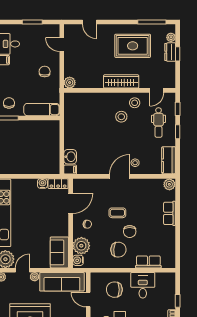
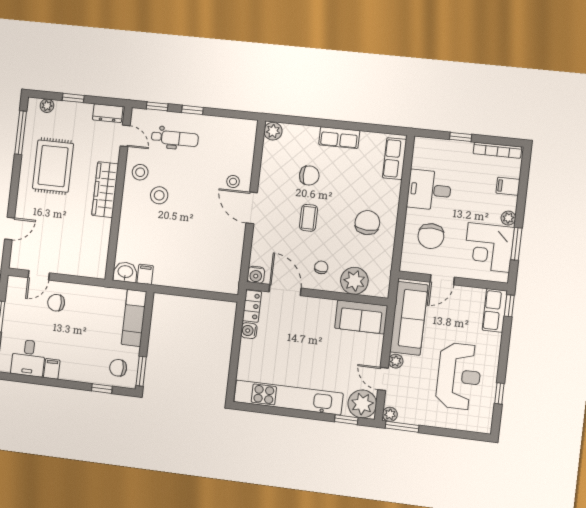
dresser: (170, 52) -> (108, 113), moved
chair: (45, 71) -> (56, 303), moved
plant: (70, 83) -> (98, 270), removed
washbasin: (70, 157) -> (125, 272), moved
kitchen counter: (169, 160) -> (235, 128), removed
filing cabinet: (70, 170) -> (145, 274), moved
row of seats: (170, 213) -> (339, 138), moved
chair: (130, 232) -> (309, 175), moved
water cooler: (78, 260) -> (256, 275), moved
row of seats: (148, 262) -> (395, 159), moved

